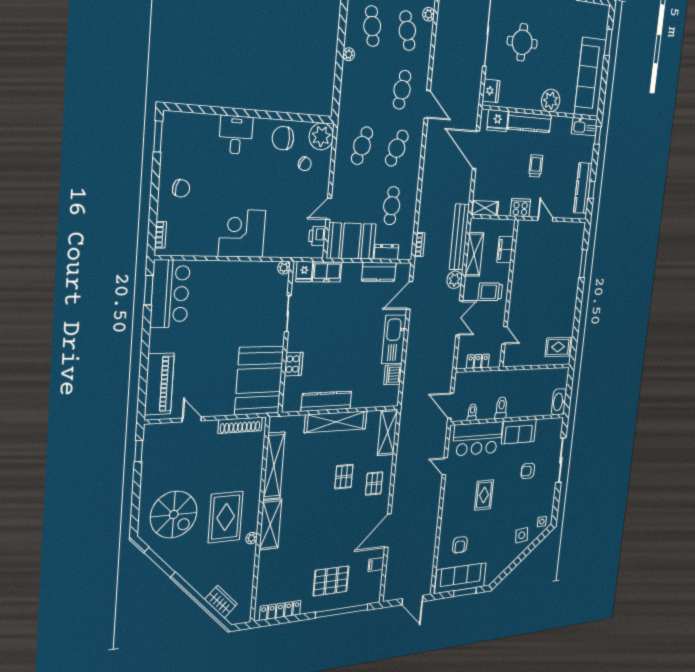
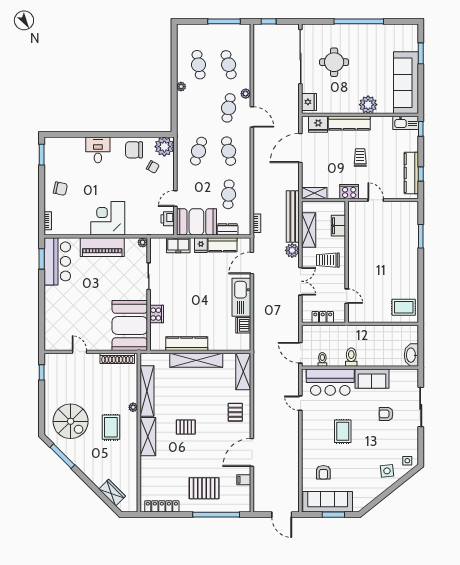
plant: (429, 14) -> (246, 94), moved
cafe table: (397, 148) -> (229, 151), turned -36
door: (476, 150) -> (300, 148), hinge flipped
fridge: (304, 272) -> (201, 245), moved
piano: (159, 384) -> (102, 247), moved, turned 90
pallet: (344, 477) -> (186, 427), moved, turned 90
rug: (226, 517) -> (111, 427), width x0.73, depth x0.70
plant: (251, 538) -> (133, 407), moved

